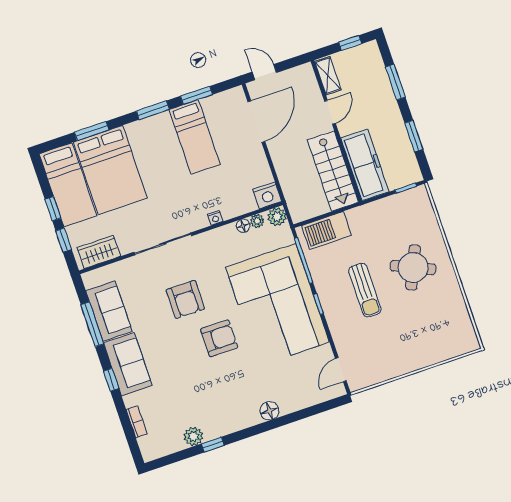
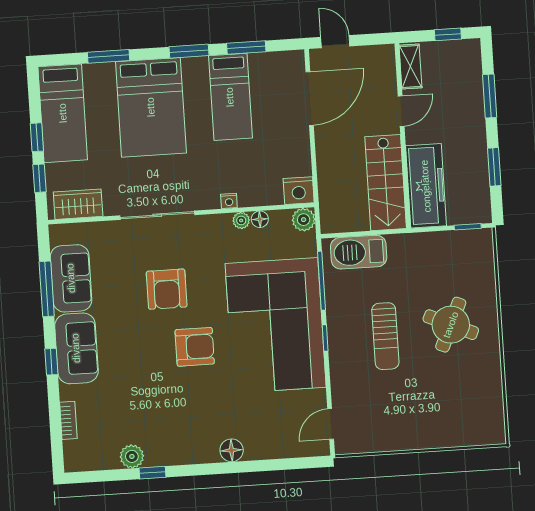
bed: (110, 170) -> (151, 107), moved
plant: (257, 221) -> (241, 220), moved

